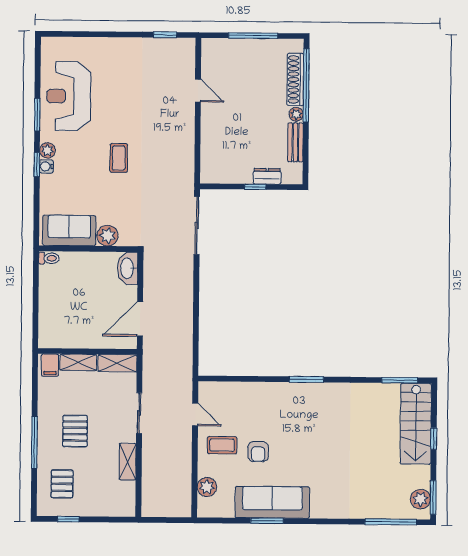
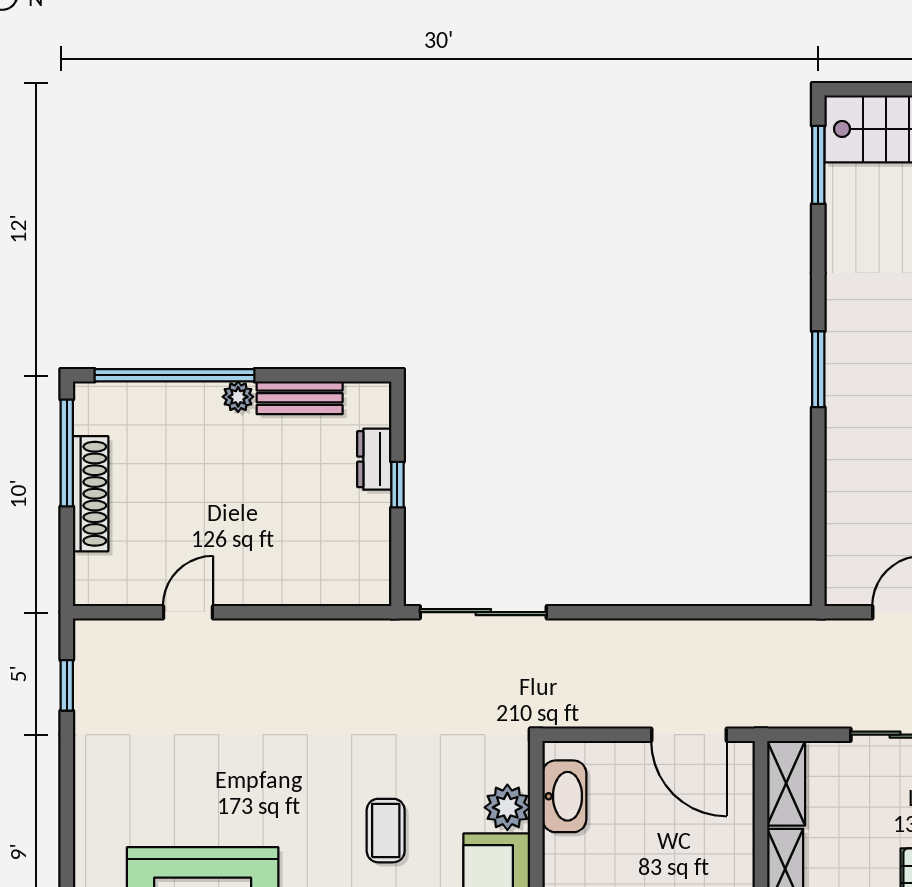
window: (253, 36) -> (67, 453), moved
shoe rack: (295, 79) -> (91, 494), moved, turned -90
coffee table: (119, 158) -> (386, 831), moved, turned 90
washbasin: (128, 268) -> (564, 796), moved, turned -90

